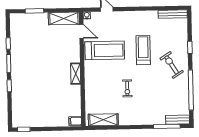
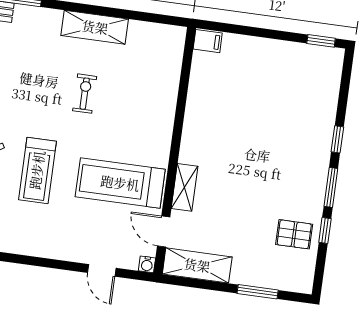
pallet: (22, 40) -> (294, 234), added
shelving: (76, 74) -> (185, 187), moved
shelving: (103, 120) -> (95, 27), moved

